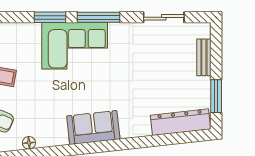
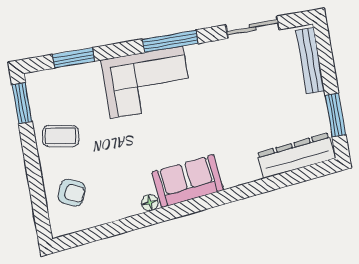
window: (50, 17) -> (74, 58), moved
bench: (204, 57) -> (310, 61), width x1.36
floor lamp: (29, 143) -> (150, 203), moved

